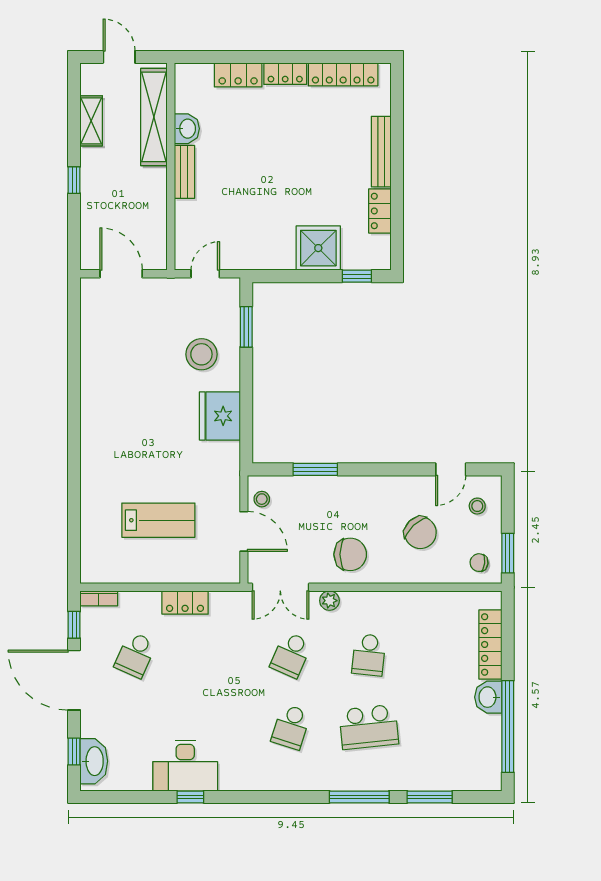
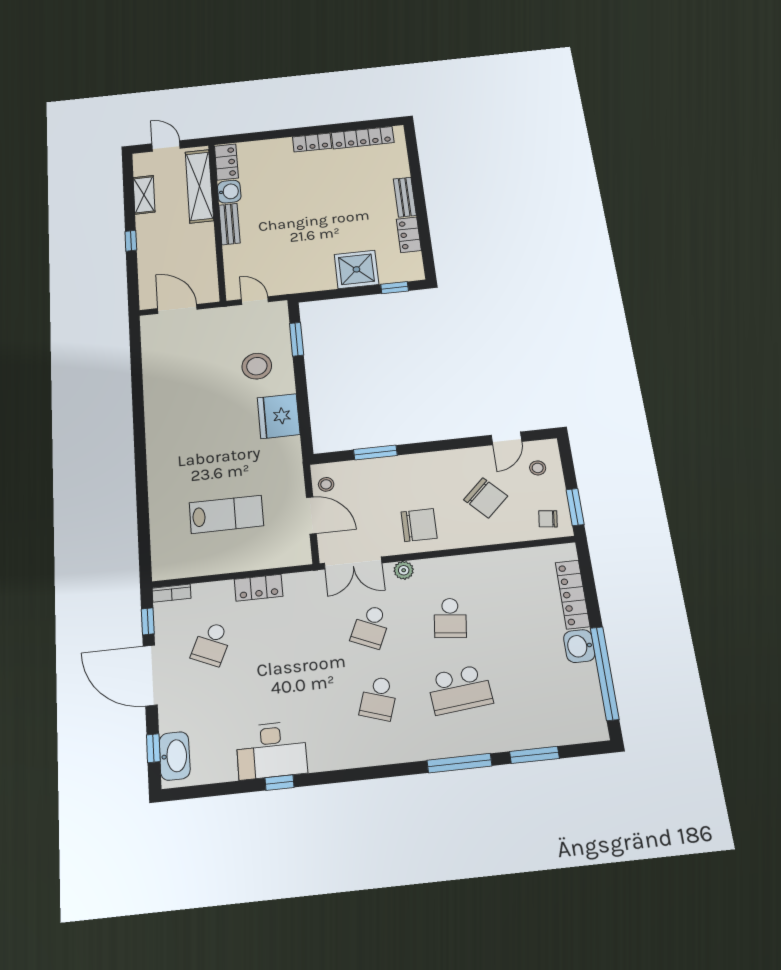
locker: (238, 75) -> (226, 162), moved, turned -90
bench: (381, 152) -> (405, 197), width x0.73
door: (205, 274) -> (255, 301), hinge flipped

